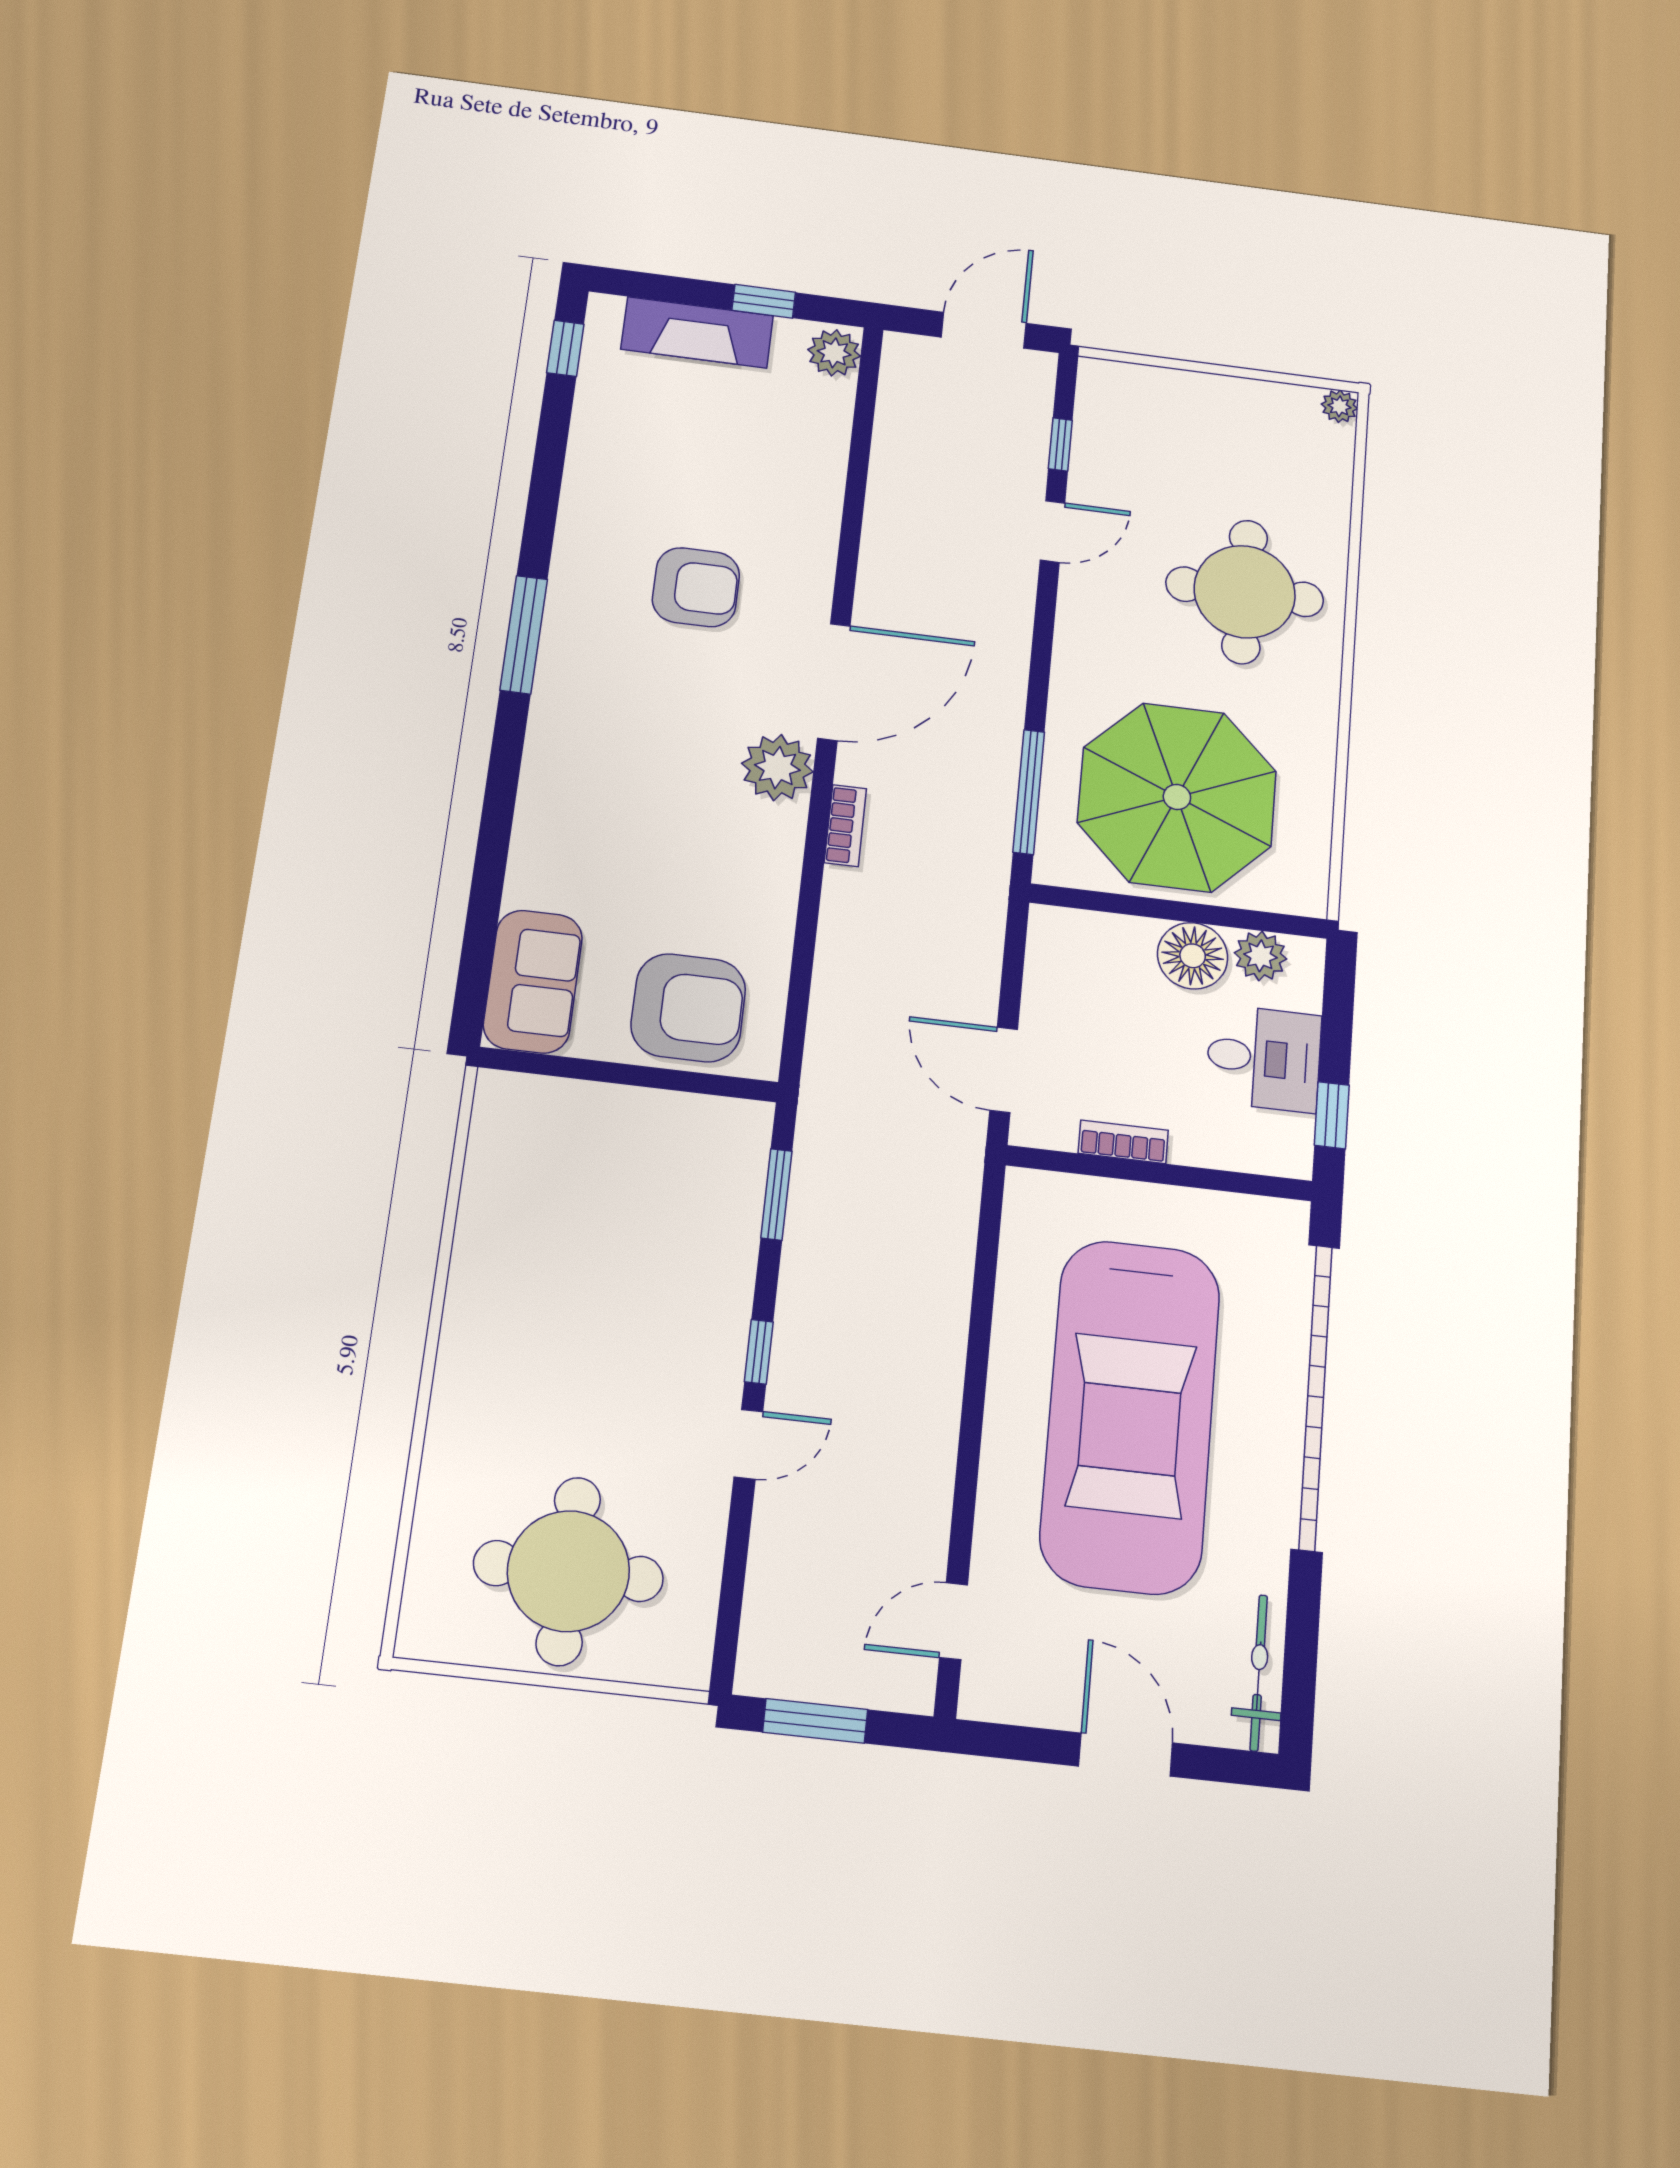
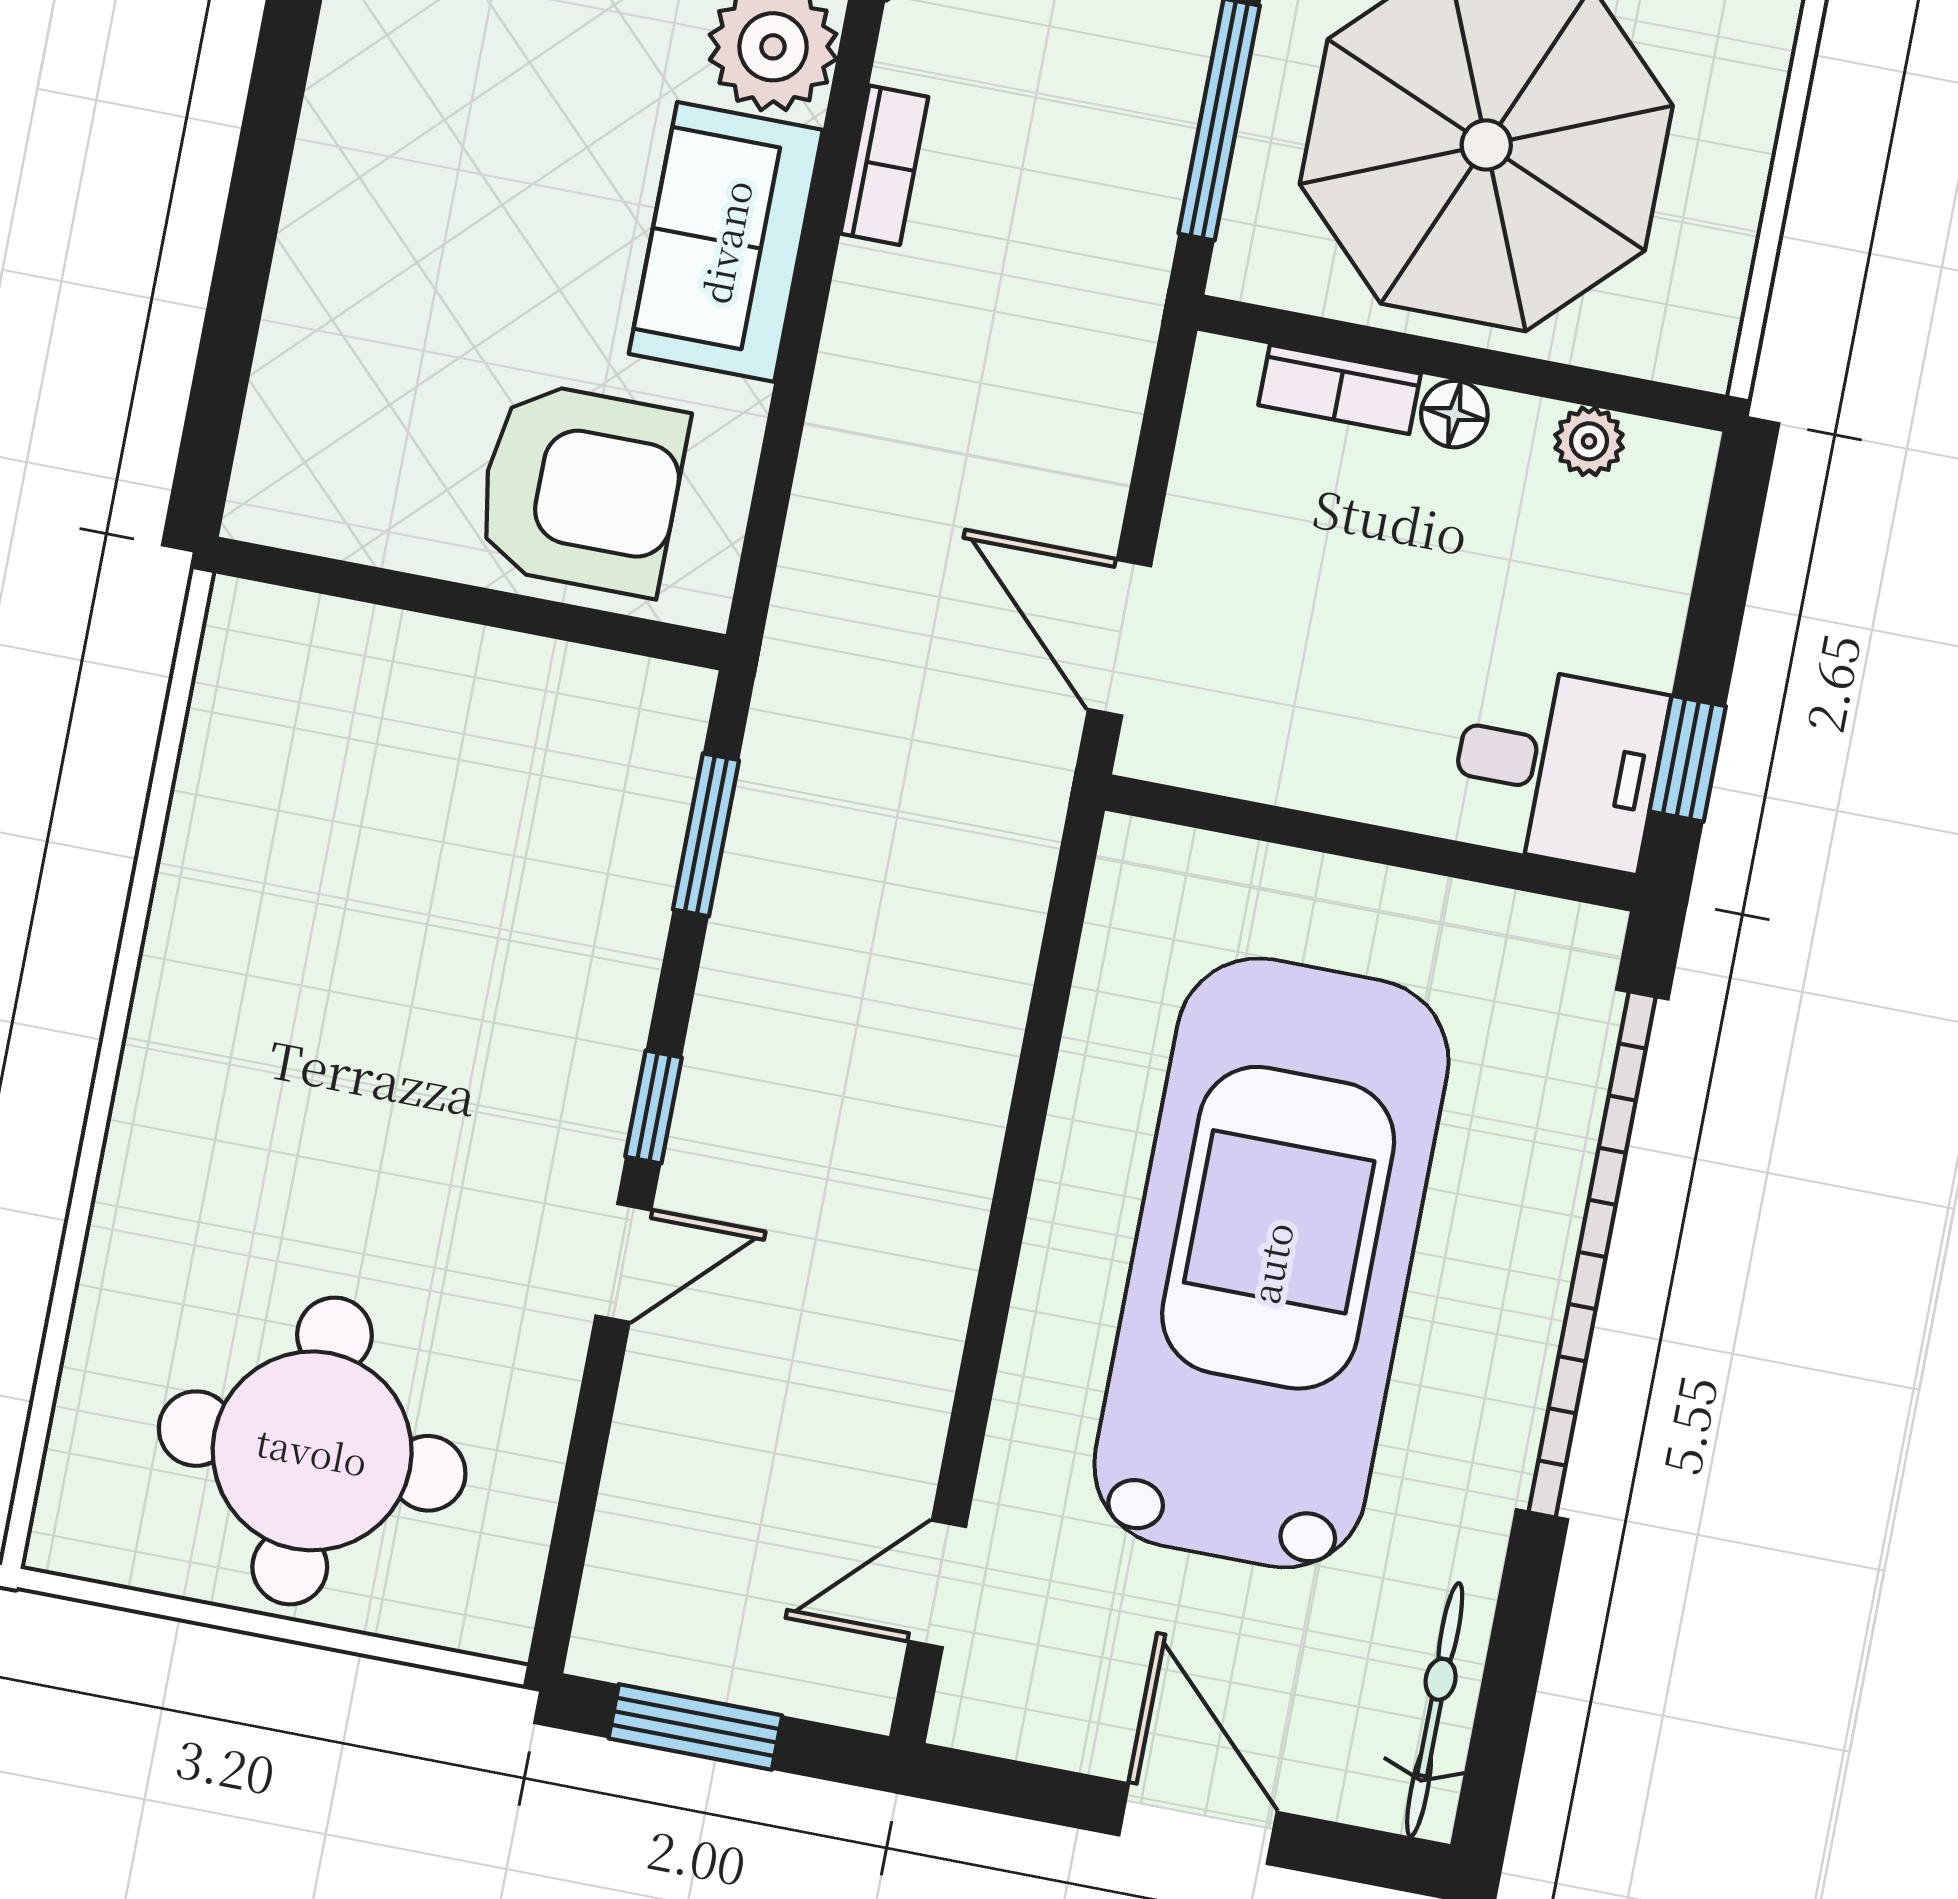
floor lamp: (1193, 956) -> (1454, 414), width x0.53, depth x0.53
plant: (1260, 956) -> (1589, 441), width x0.73, depth x0.73
sofa: (533, 981) -> (726, 242), moved, turned 180
desk: (1264, 1058) -> (1557, 767), moved
bookcase: (1123, 1142) -> (1340, 389), moved, turned 180
car: (1131, 1415) -> (1271, 1263), turned 180

